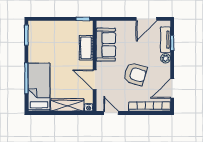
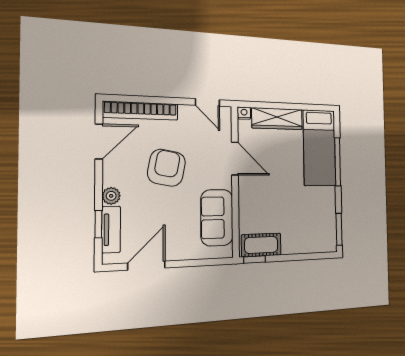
cot: (86, 48) -> (261, 245), moved, turned 90
armchair: (135, 74) -> (167, 168), turned 85

